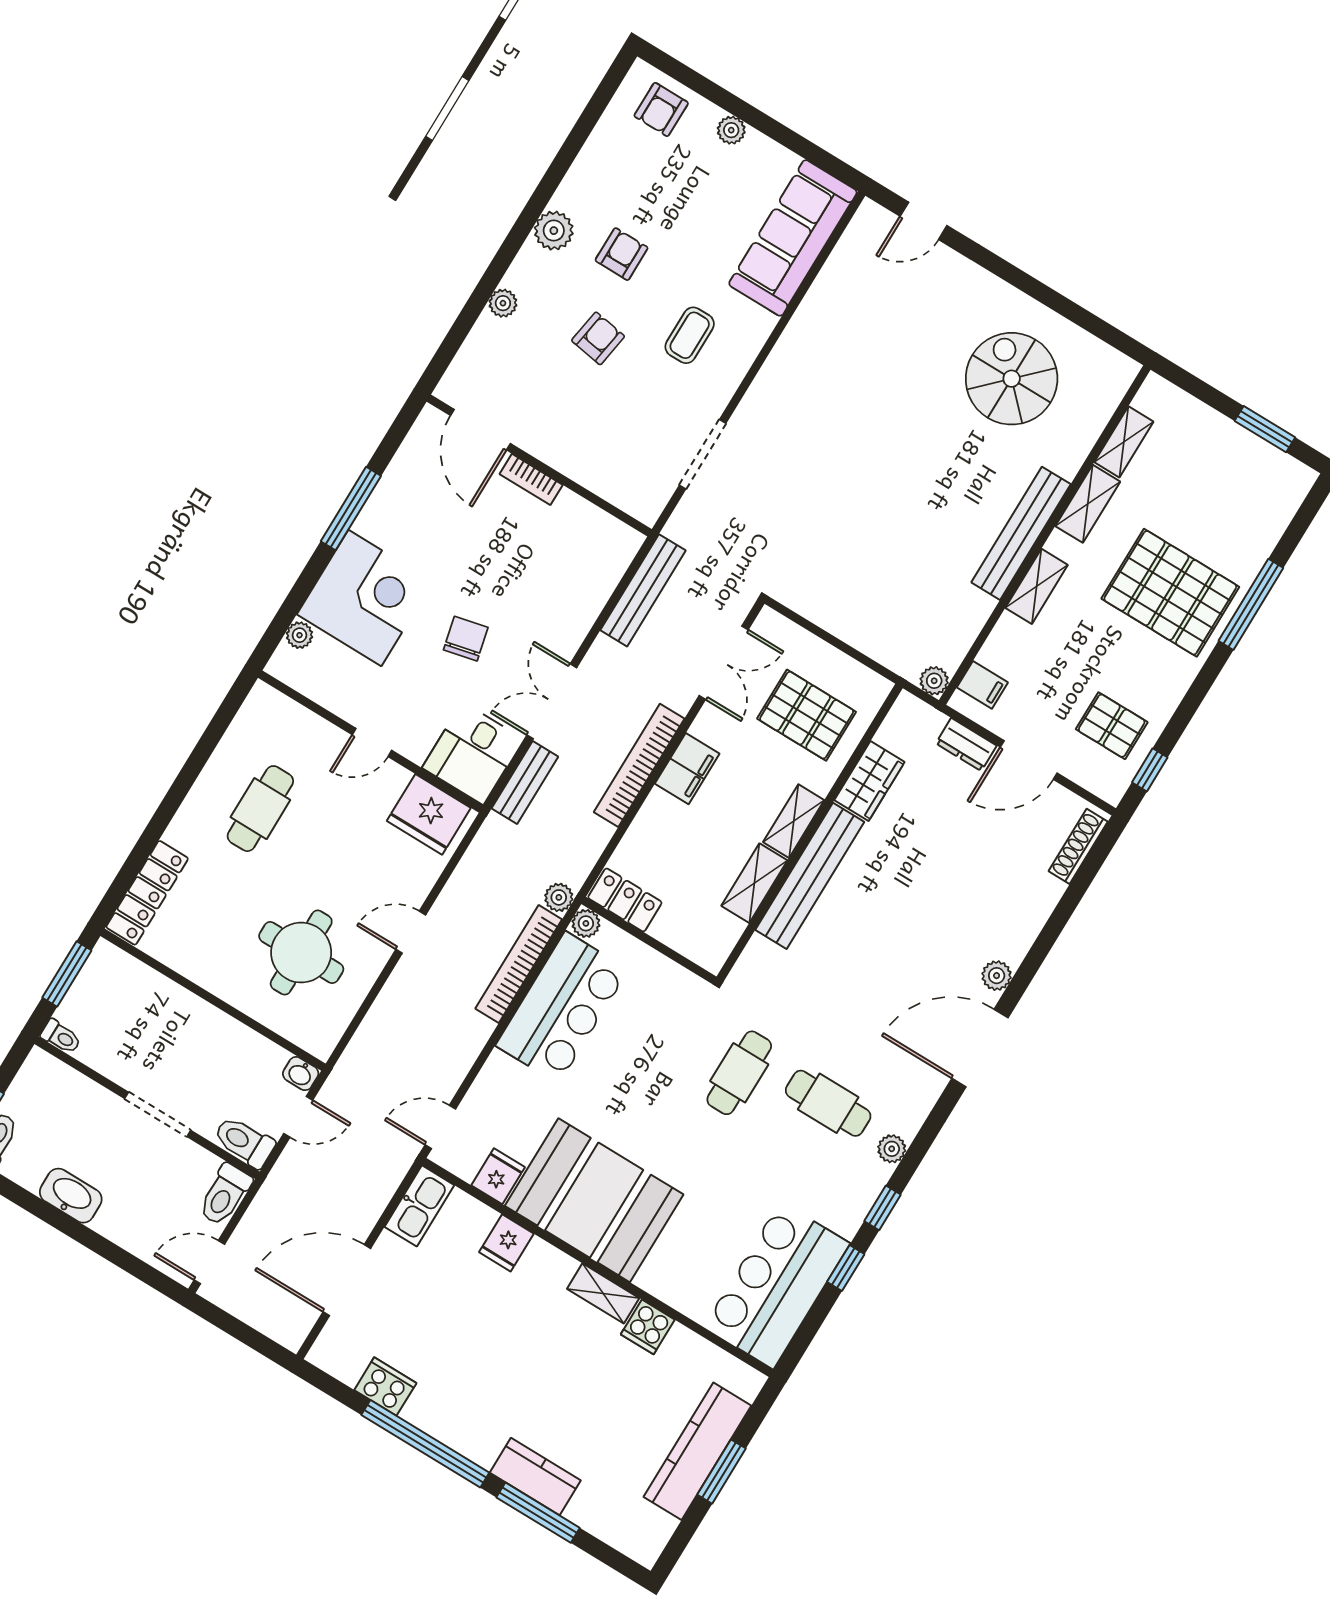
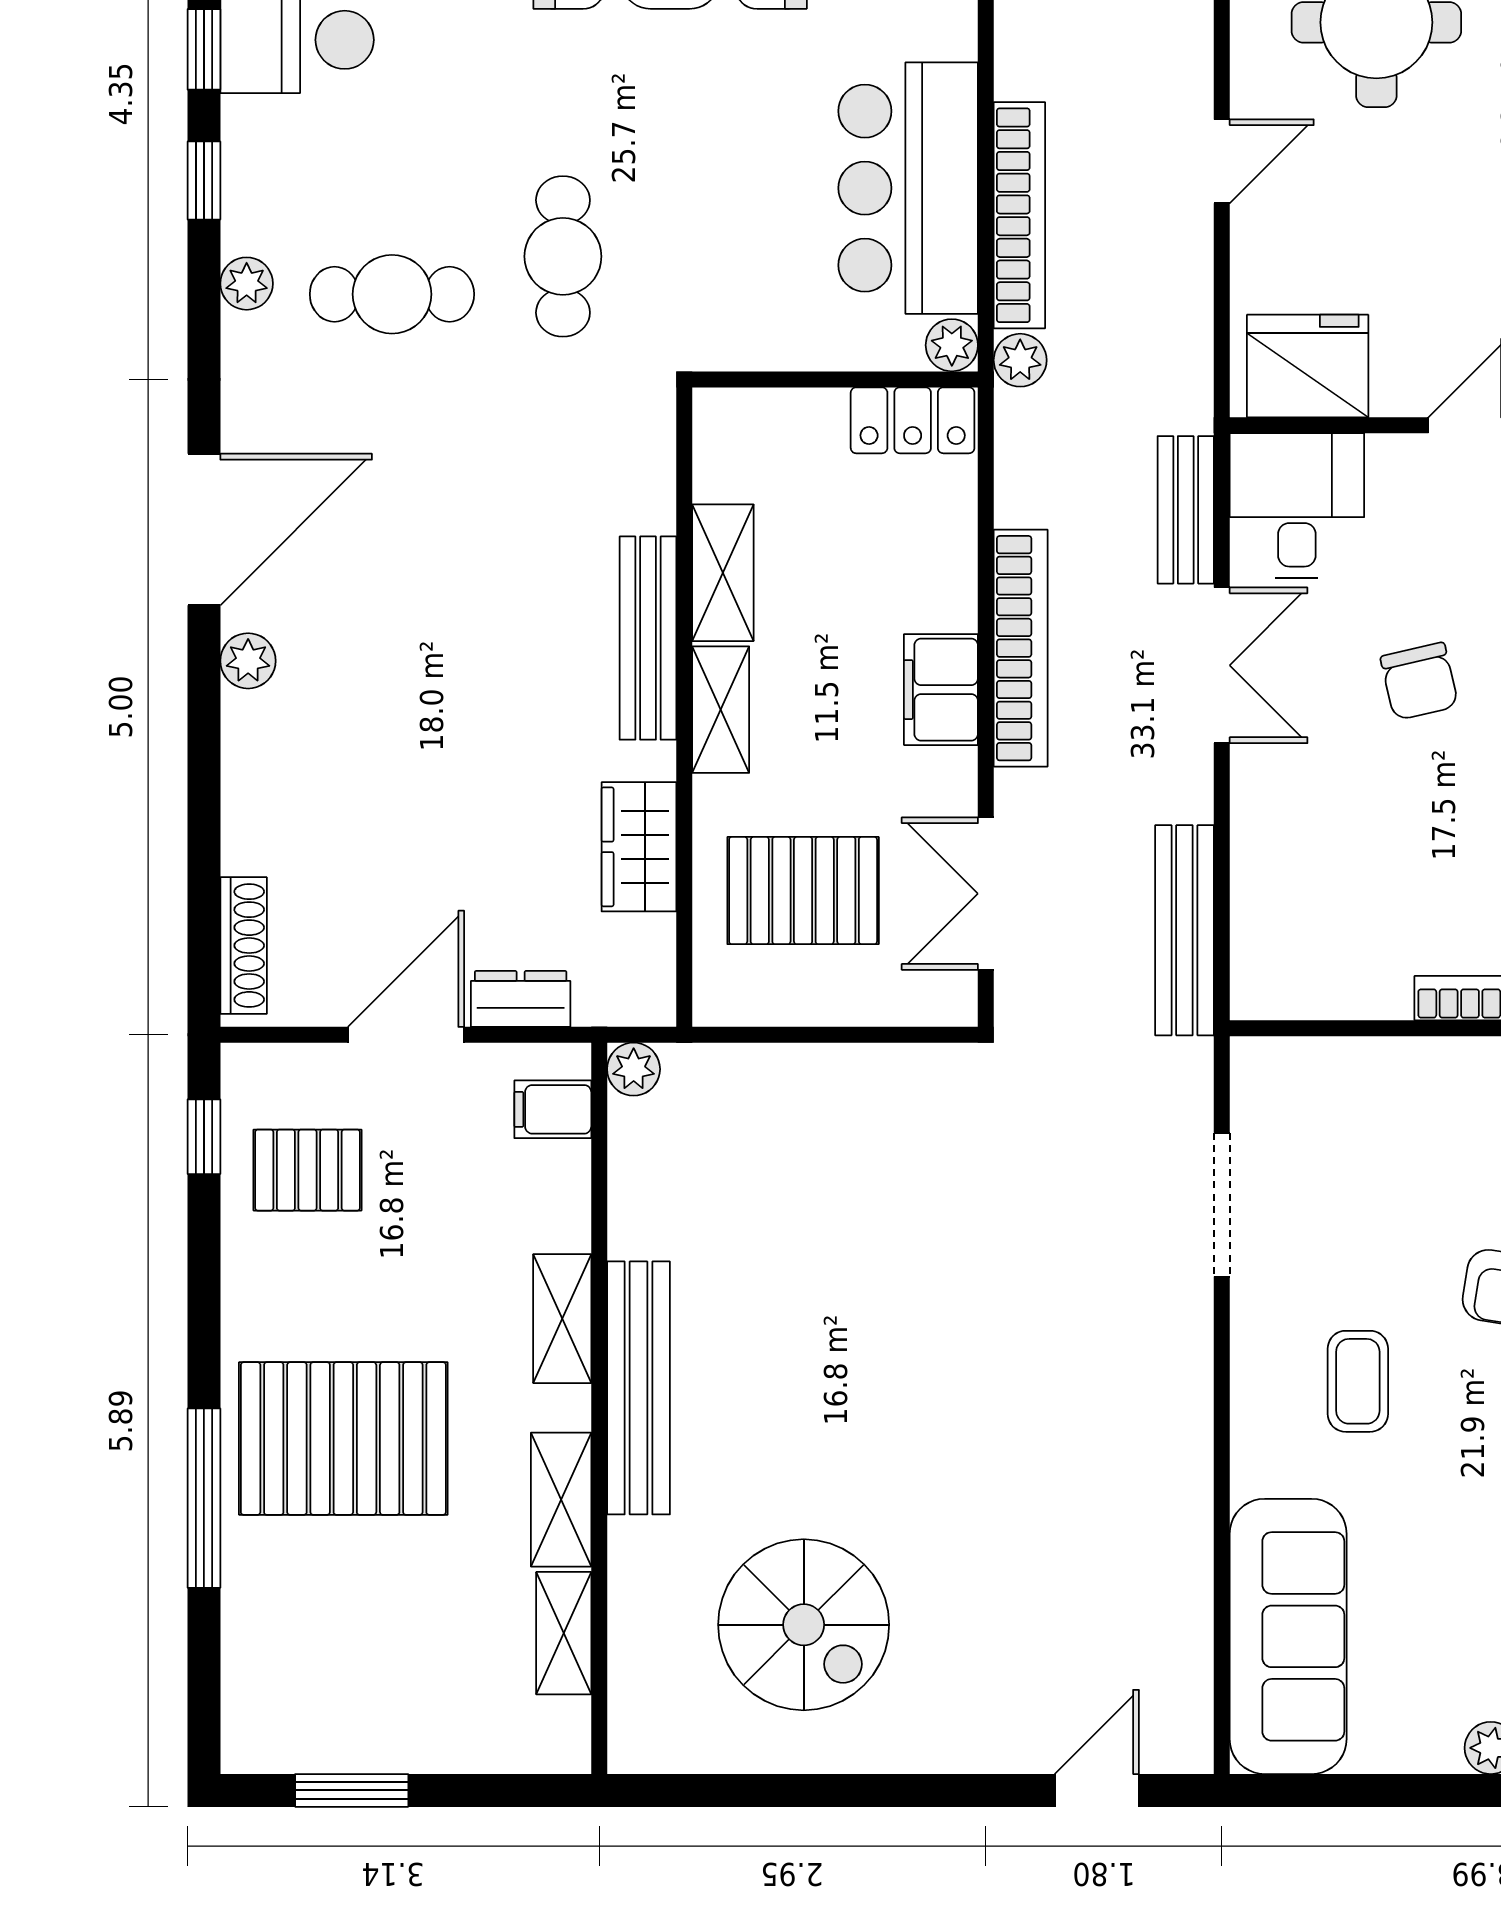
bench: (810, 876) -> (648, 638), width x0.73, depth x0.82

